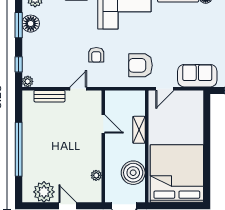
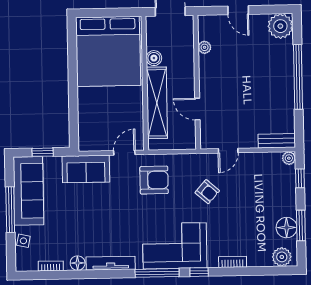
armchair: (96, 55) -> (207, 192), turned 131
bench: (49, 96) -> (277, 141), moved
shelving: (139, 130) -> (157, 103), width x2.20, depth x1.33
boiler: (133, 173) -> (154, 58), width x0.54, depth x0.54
plant: (44, 192) -> (280, 26), moved

